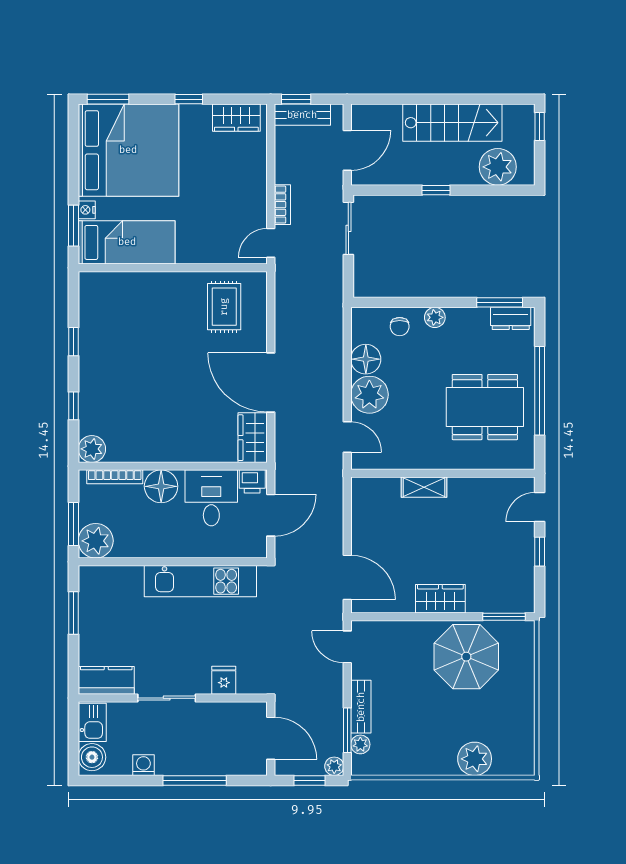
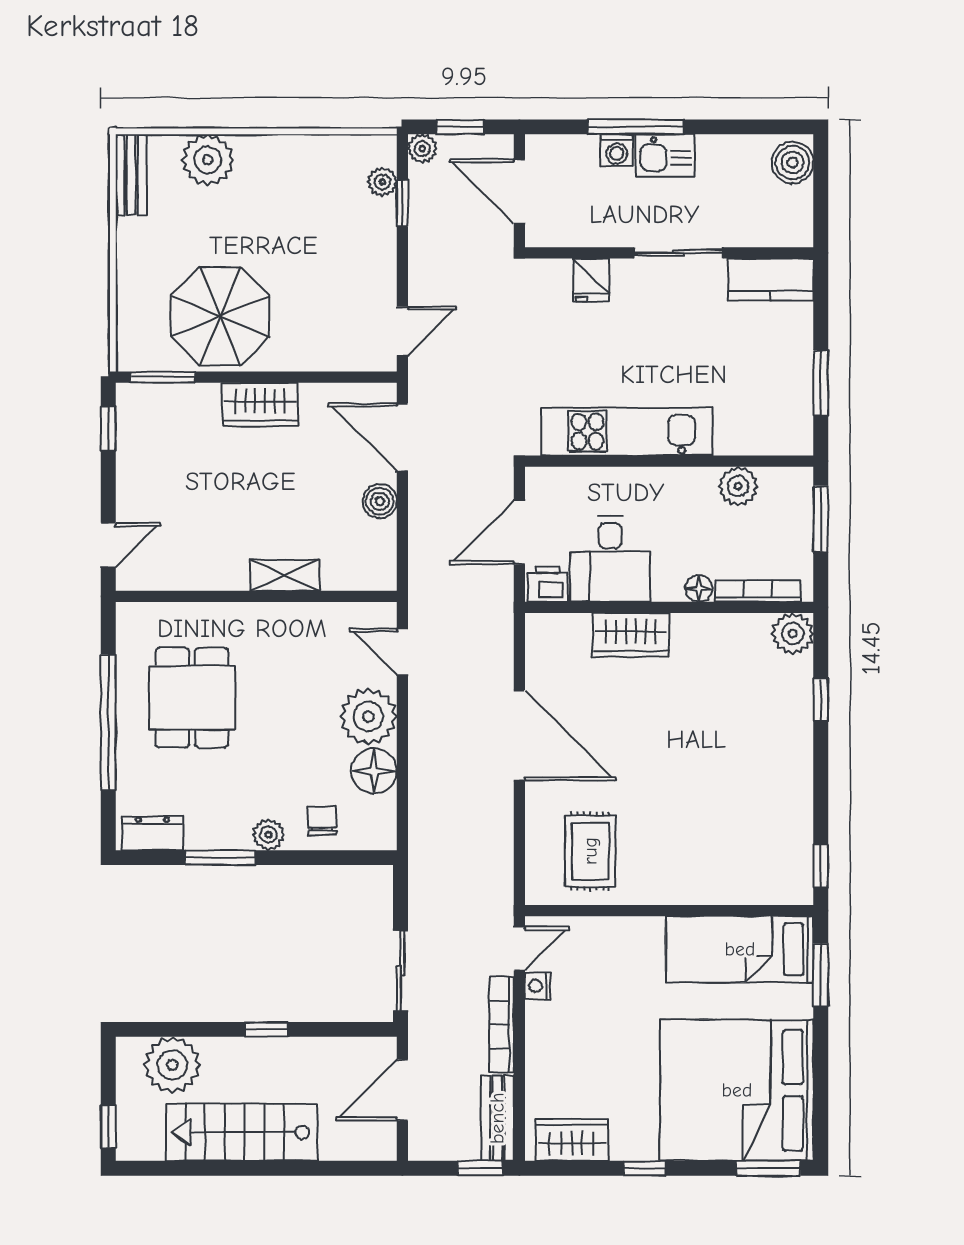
bench: (302, 115) -> (497, 1118), moved, turned 90
bookcase: (282, 205) -> (502, 1024), width x1.56
nightstand: (87, 210) -> (538, 986), moved, turned 180
window: (500, 302) -> (220, 858), moved
window: (74, 342) -> (821, 866), moved
dining table: (485, 407) -> (192, 698), width x0.73
wardrobe: (253, 438) -> (631, 635), moved, turned 90
floor lamp: (161, 486) -> (699, 588), width x0.53, depth x0.53
boiler: (362, 536) -> (380, 501), added
plant: (96, 541) -> (738, 486), moved, width x0.73, depth x0.73
window: (540, 552) -> (108, 428), moved
door: (347, 647) -> (402, 331), hinge flipped
bench: (361, 707) -> (131, 175), moved
kitchen sink: (92, 722) -> (665, 155), moved, turned -90
window: (347, 730) -> (402, 204), width x0.67
washing machine: (143, 765) -> (617, 150), moved

